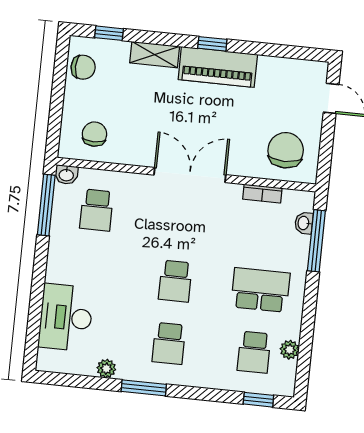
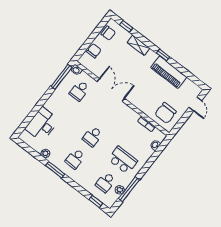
piano: (218, 67) -> (169, 72), moved
chair: (94, 134) -> (94, 51), moved
chair: (286, 150) -> (166, 113), turned 180
double door: (190, 175) -> (111, 90), moved
window: (316, 241) -> (129, 189), moved

